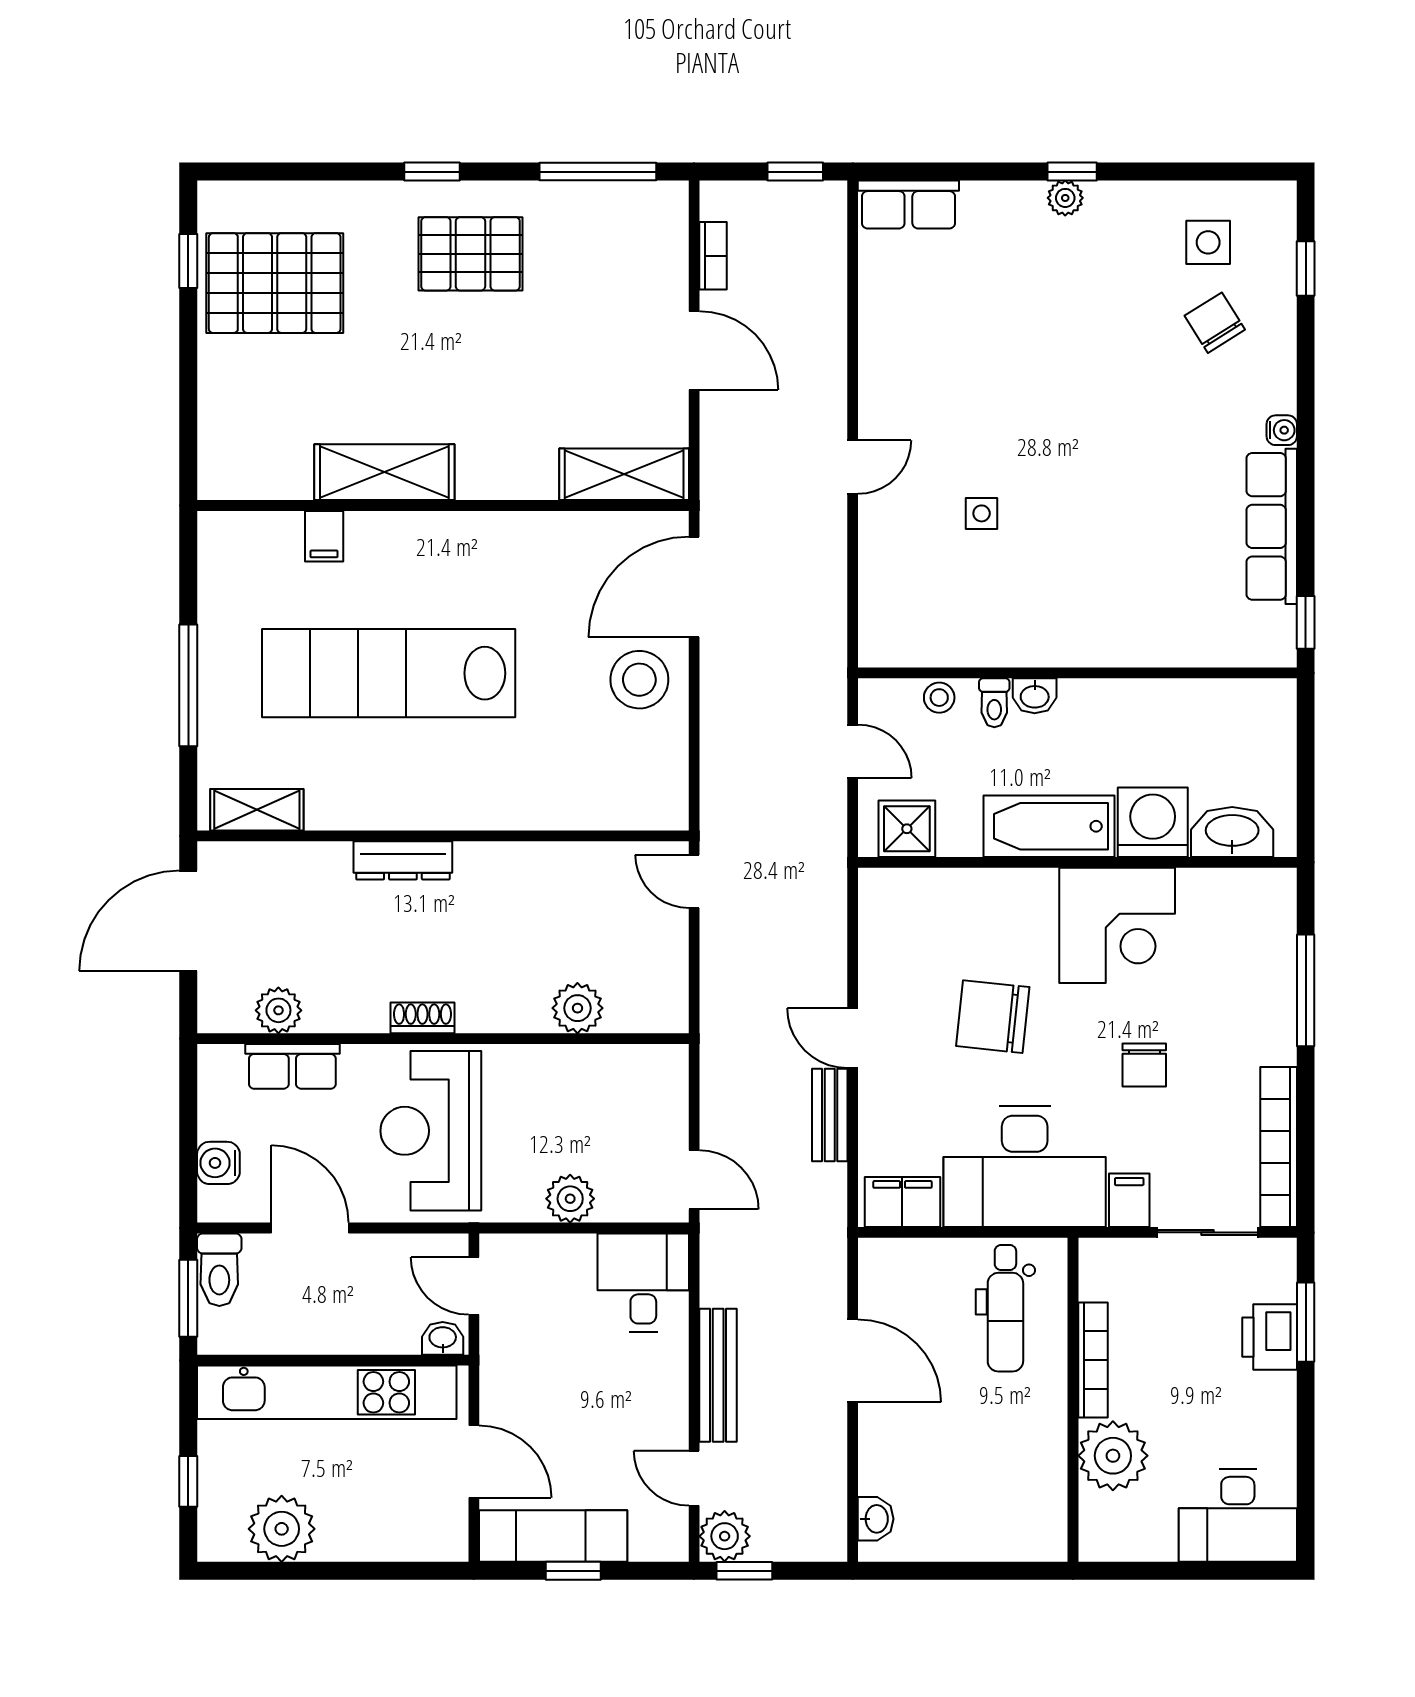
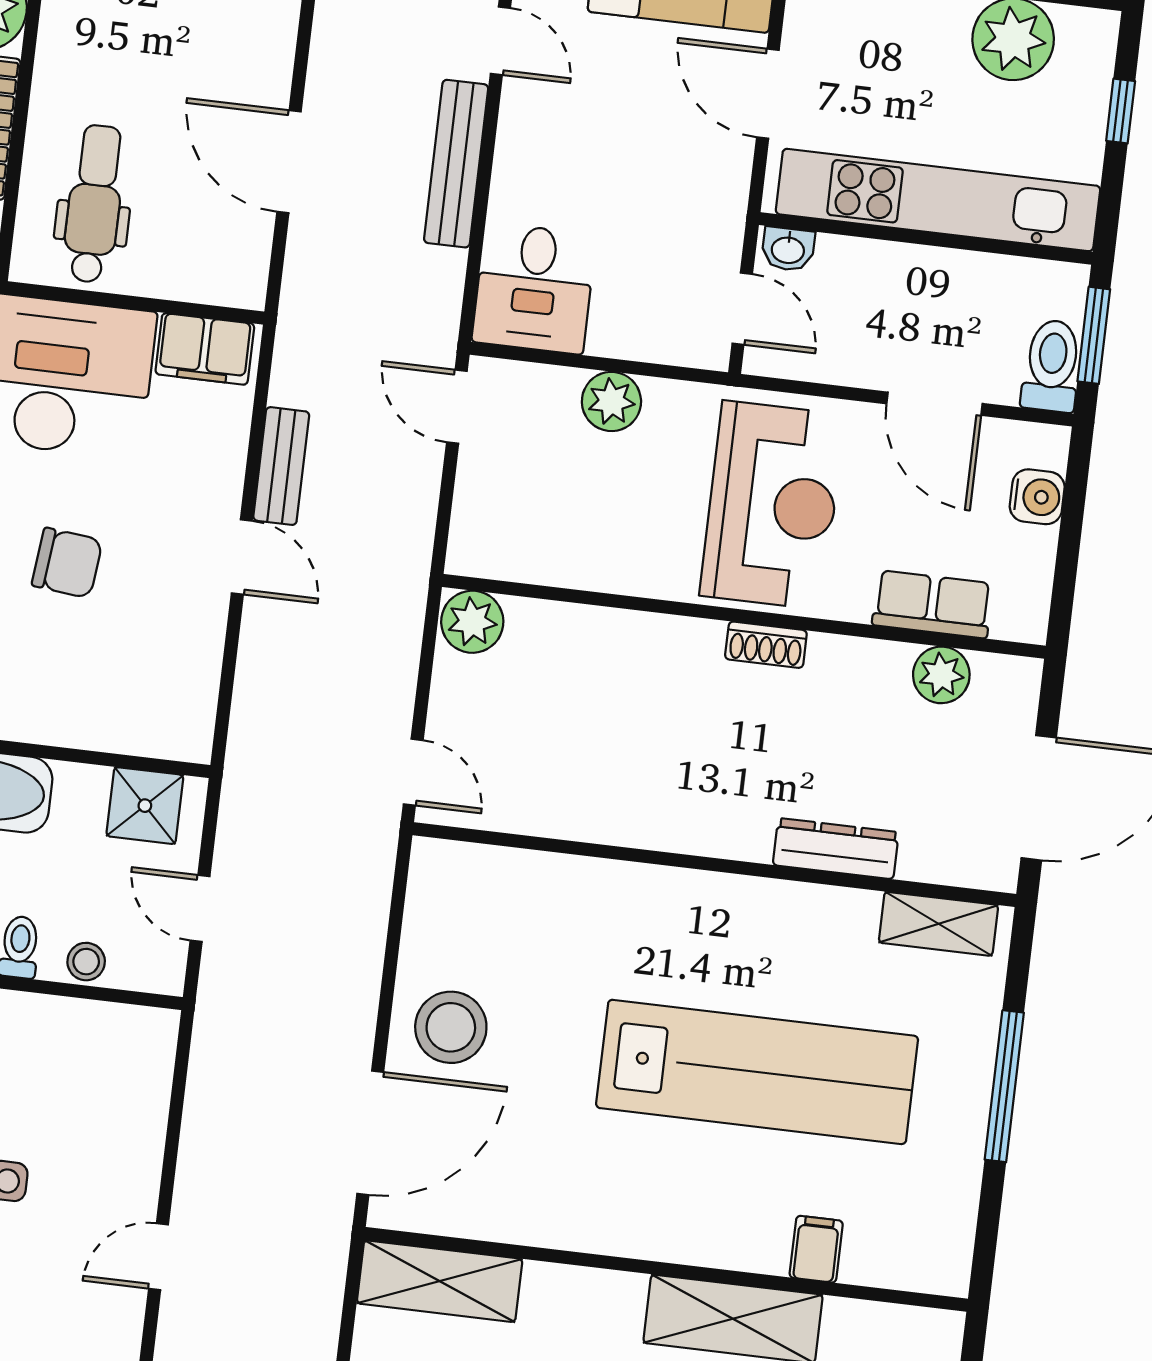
dresser: (403, 860) -> (836, 849), moved
plant: (577, 1008) -> (472, 622), moved
chair: (993, 1017) -> (67, 563), width x0.73, depth x0.73

